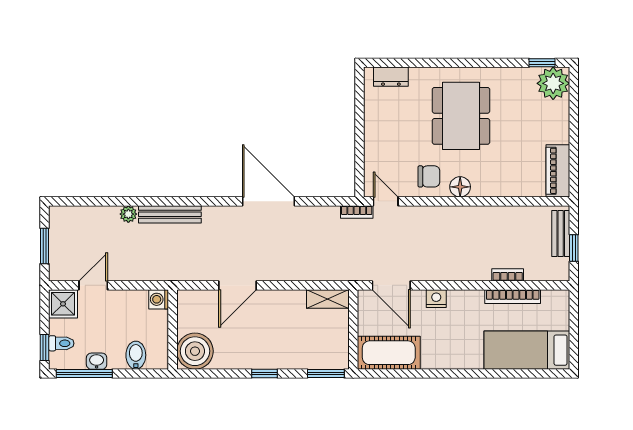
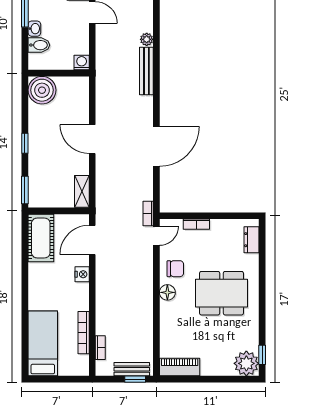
bookcase: (371, 149) -> (196, 224), added
chair: (429, 176) -> (175, 269), turned -90
window: (574, 248) -> (135, 379), moved
bookcase: (508, 275) -> (100, 348), moved
door: (238, 285) -> (92, 139), moved
washbasin: (97, 361) -> (34, 29), moved

